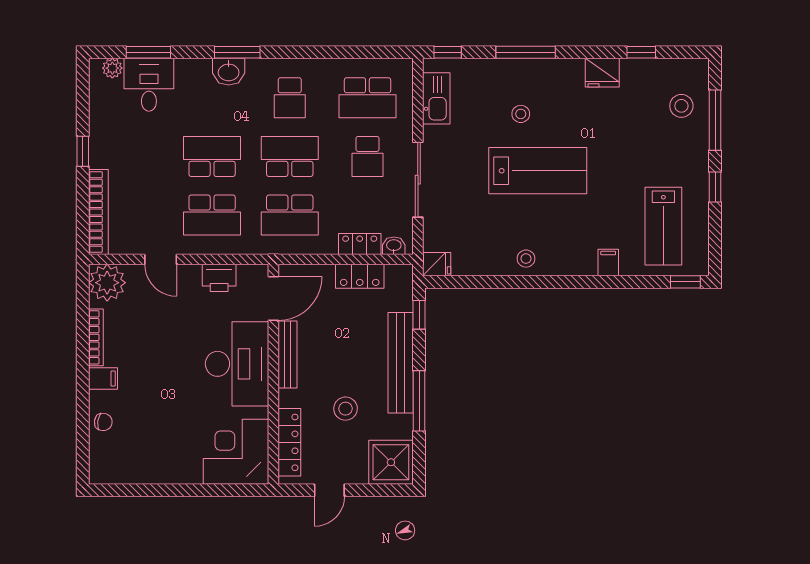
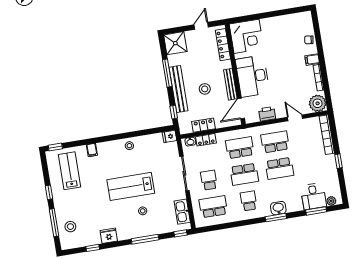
stool: (346, 409) -> (205, 89), moved

